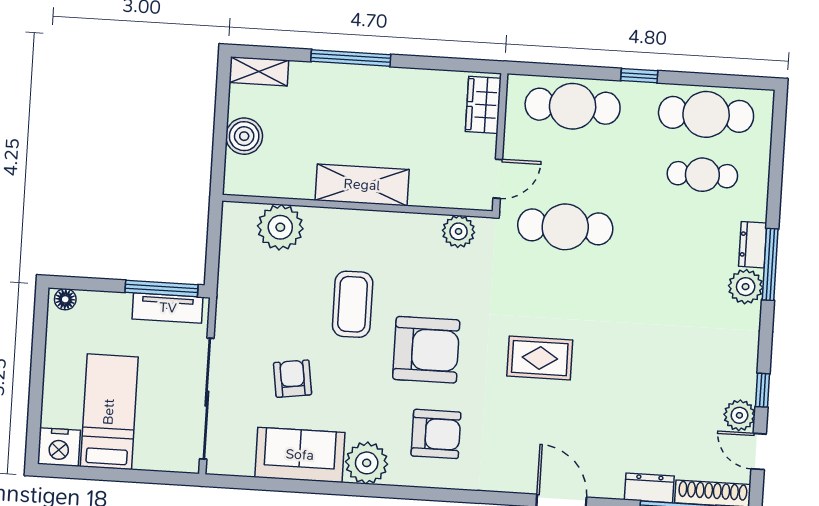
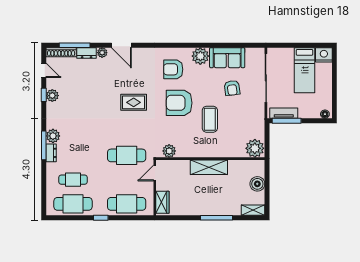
plant: (280, 227) -> (255, 148), moved
plant: (739, 415) -> (52, 96), moved
plant: (610, 486) -> (102, 53), added

